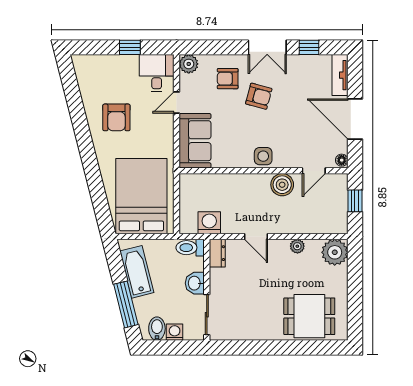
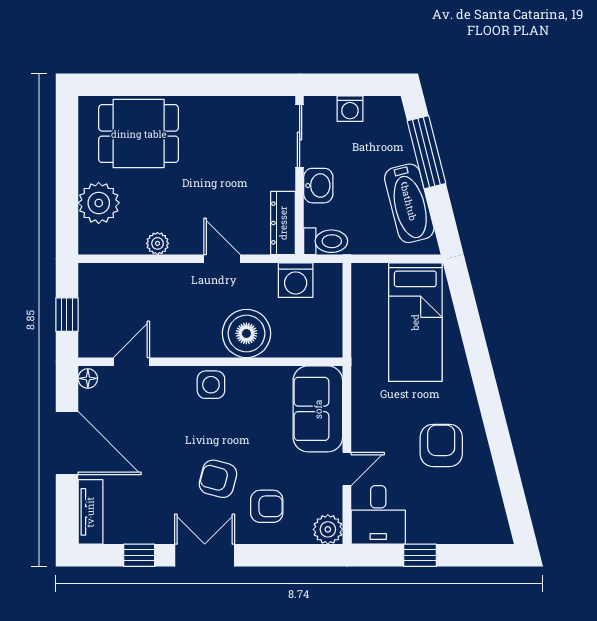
boiler: (282, 185) -> (246, 333), moved, width x1.37, depth x1.37
bed: (141, 196) -> (415, 322), width x0.67
plant: (335, 252) -> (99, 203), moved
dresser: (217, 253) -> (283, 223), width x1.44
bidet: (157, 329) -> (378, 114), removed

